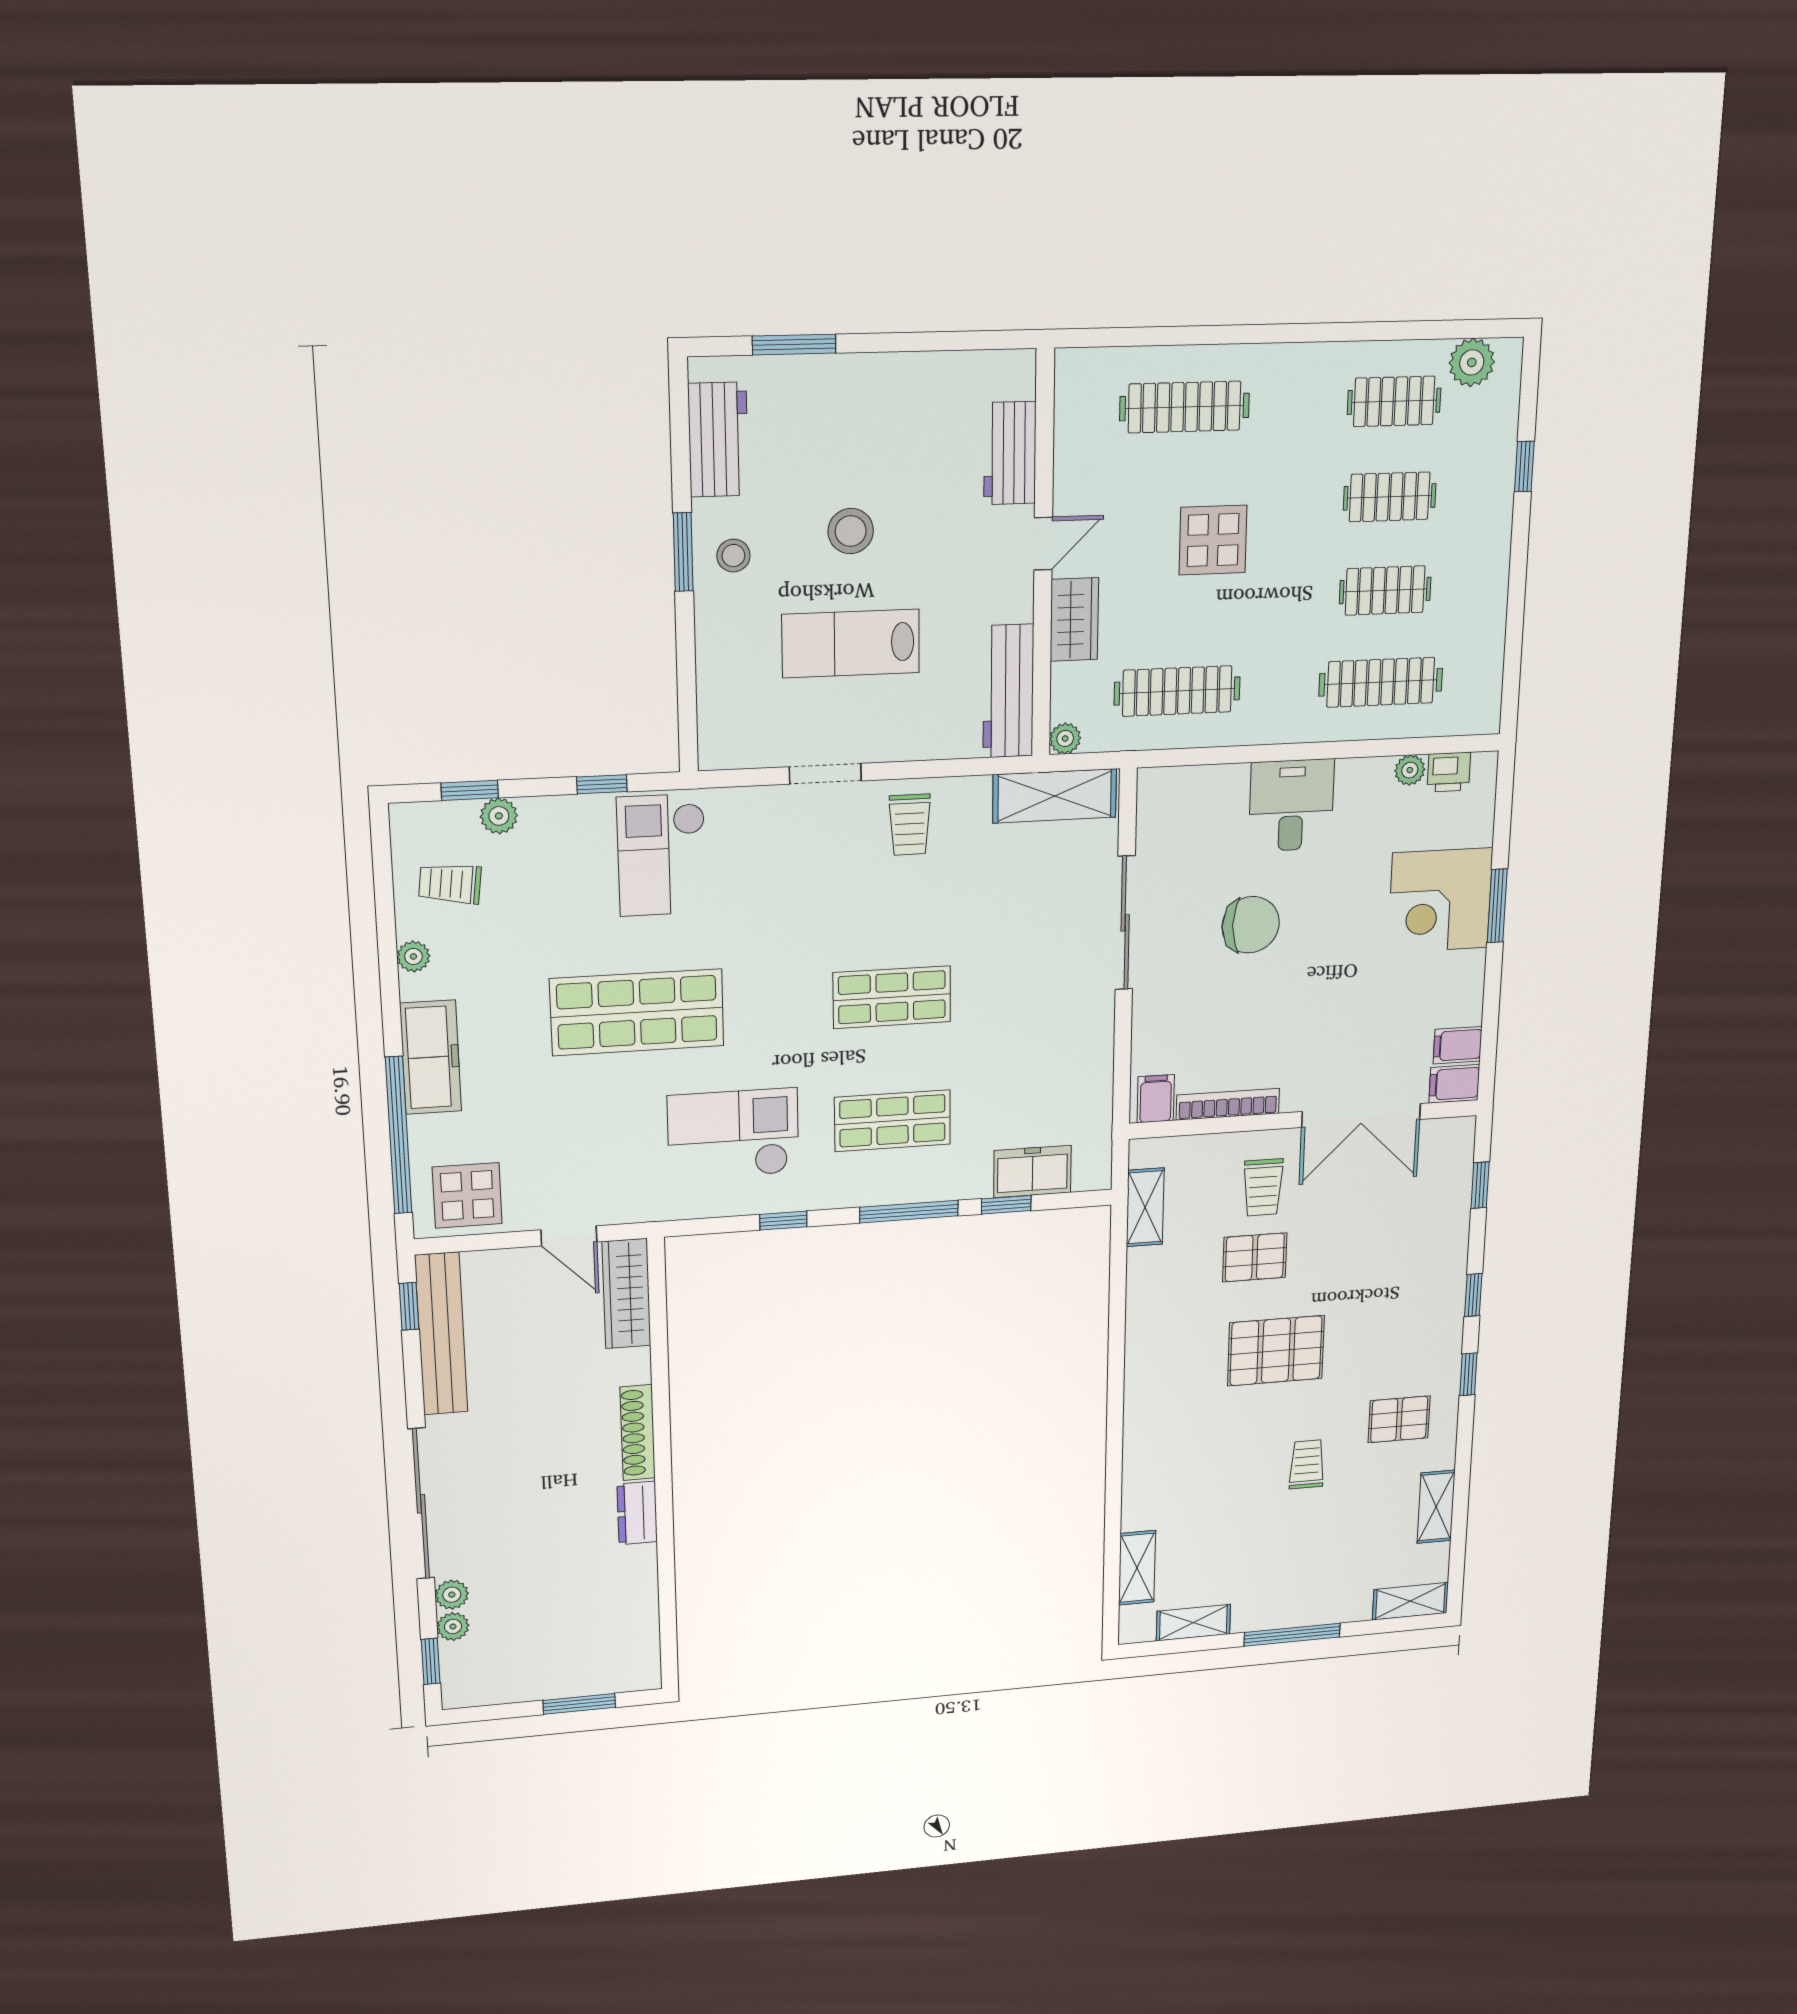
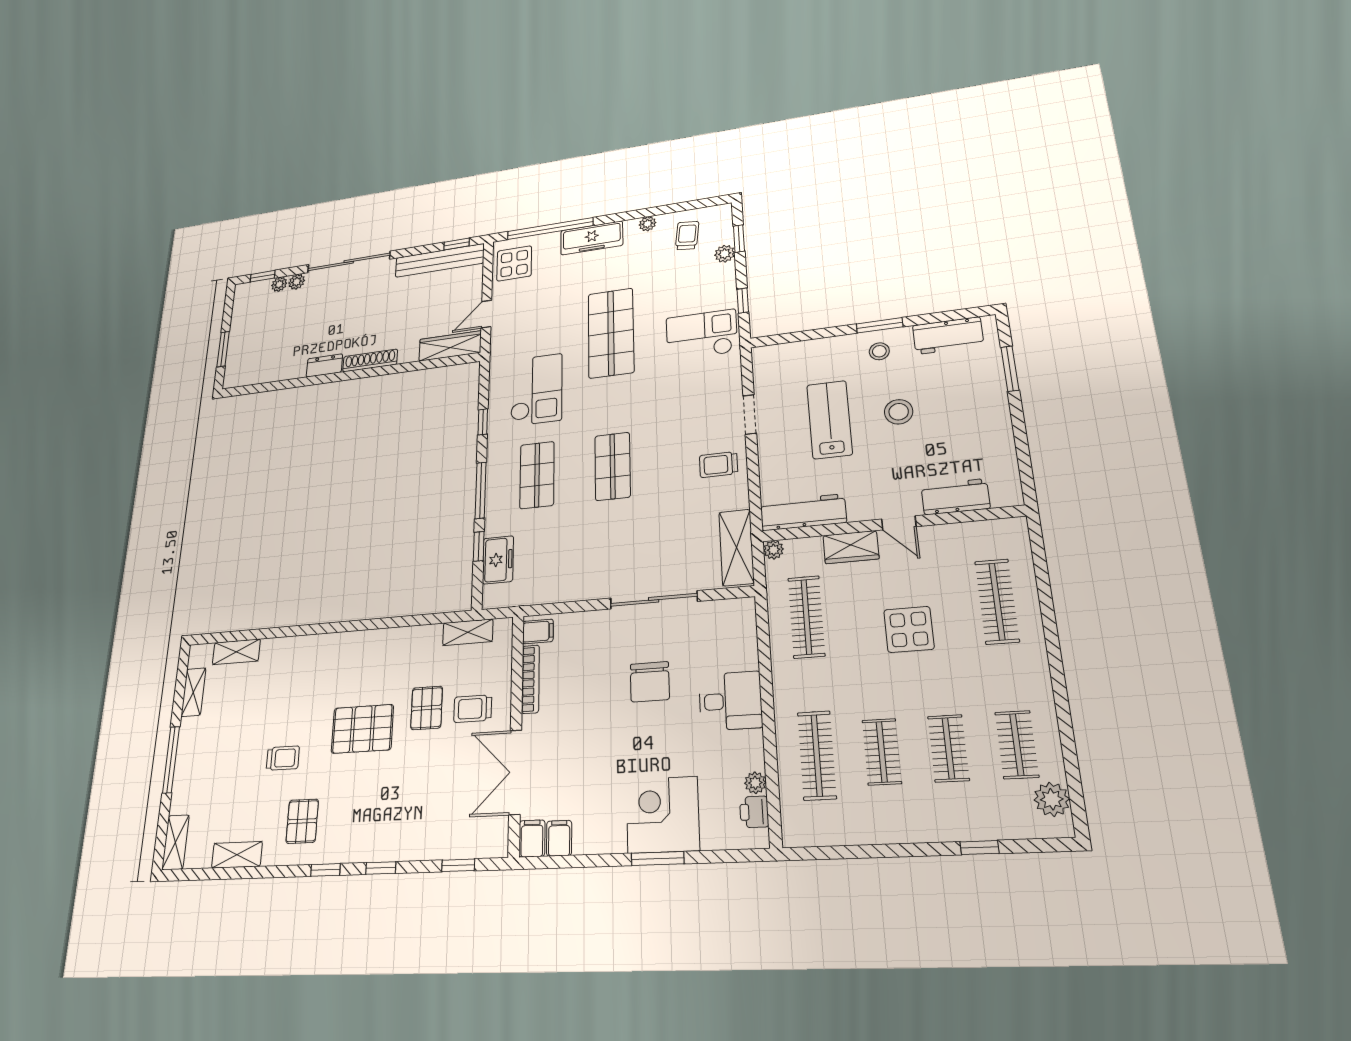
pallet: (1276, 1351) -> (362, 729), turned 90

